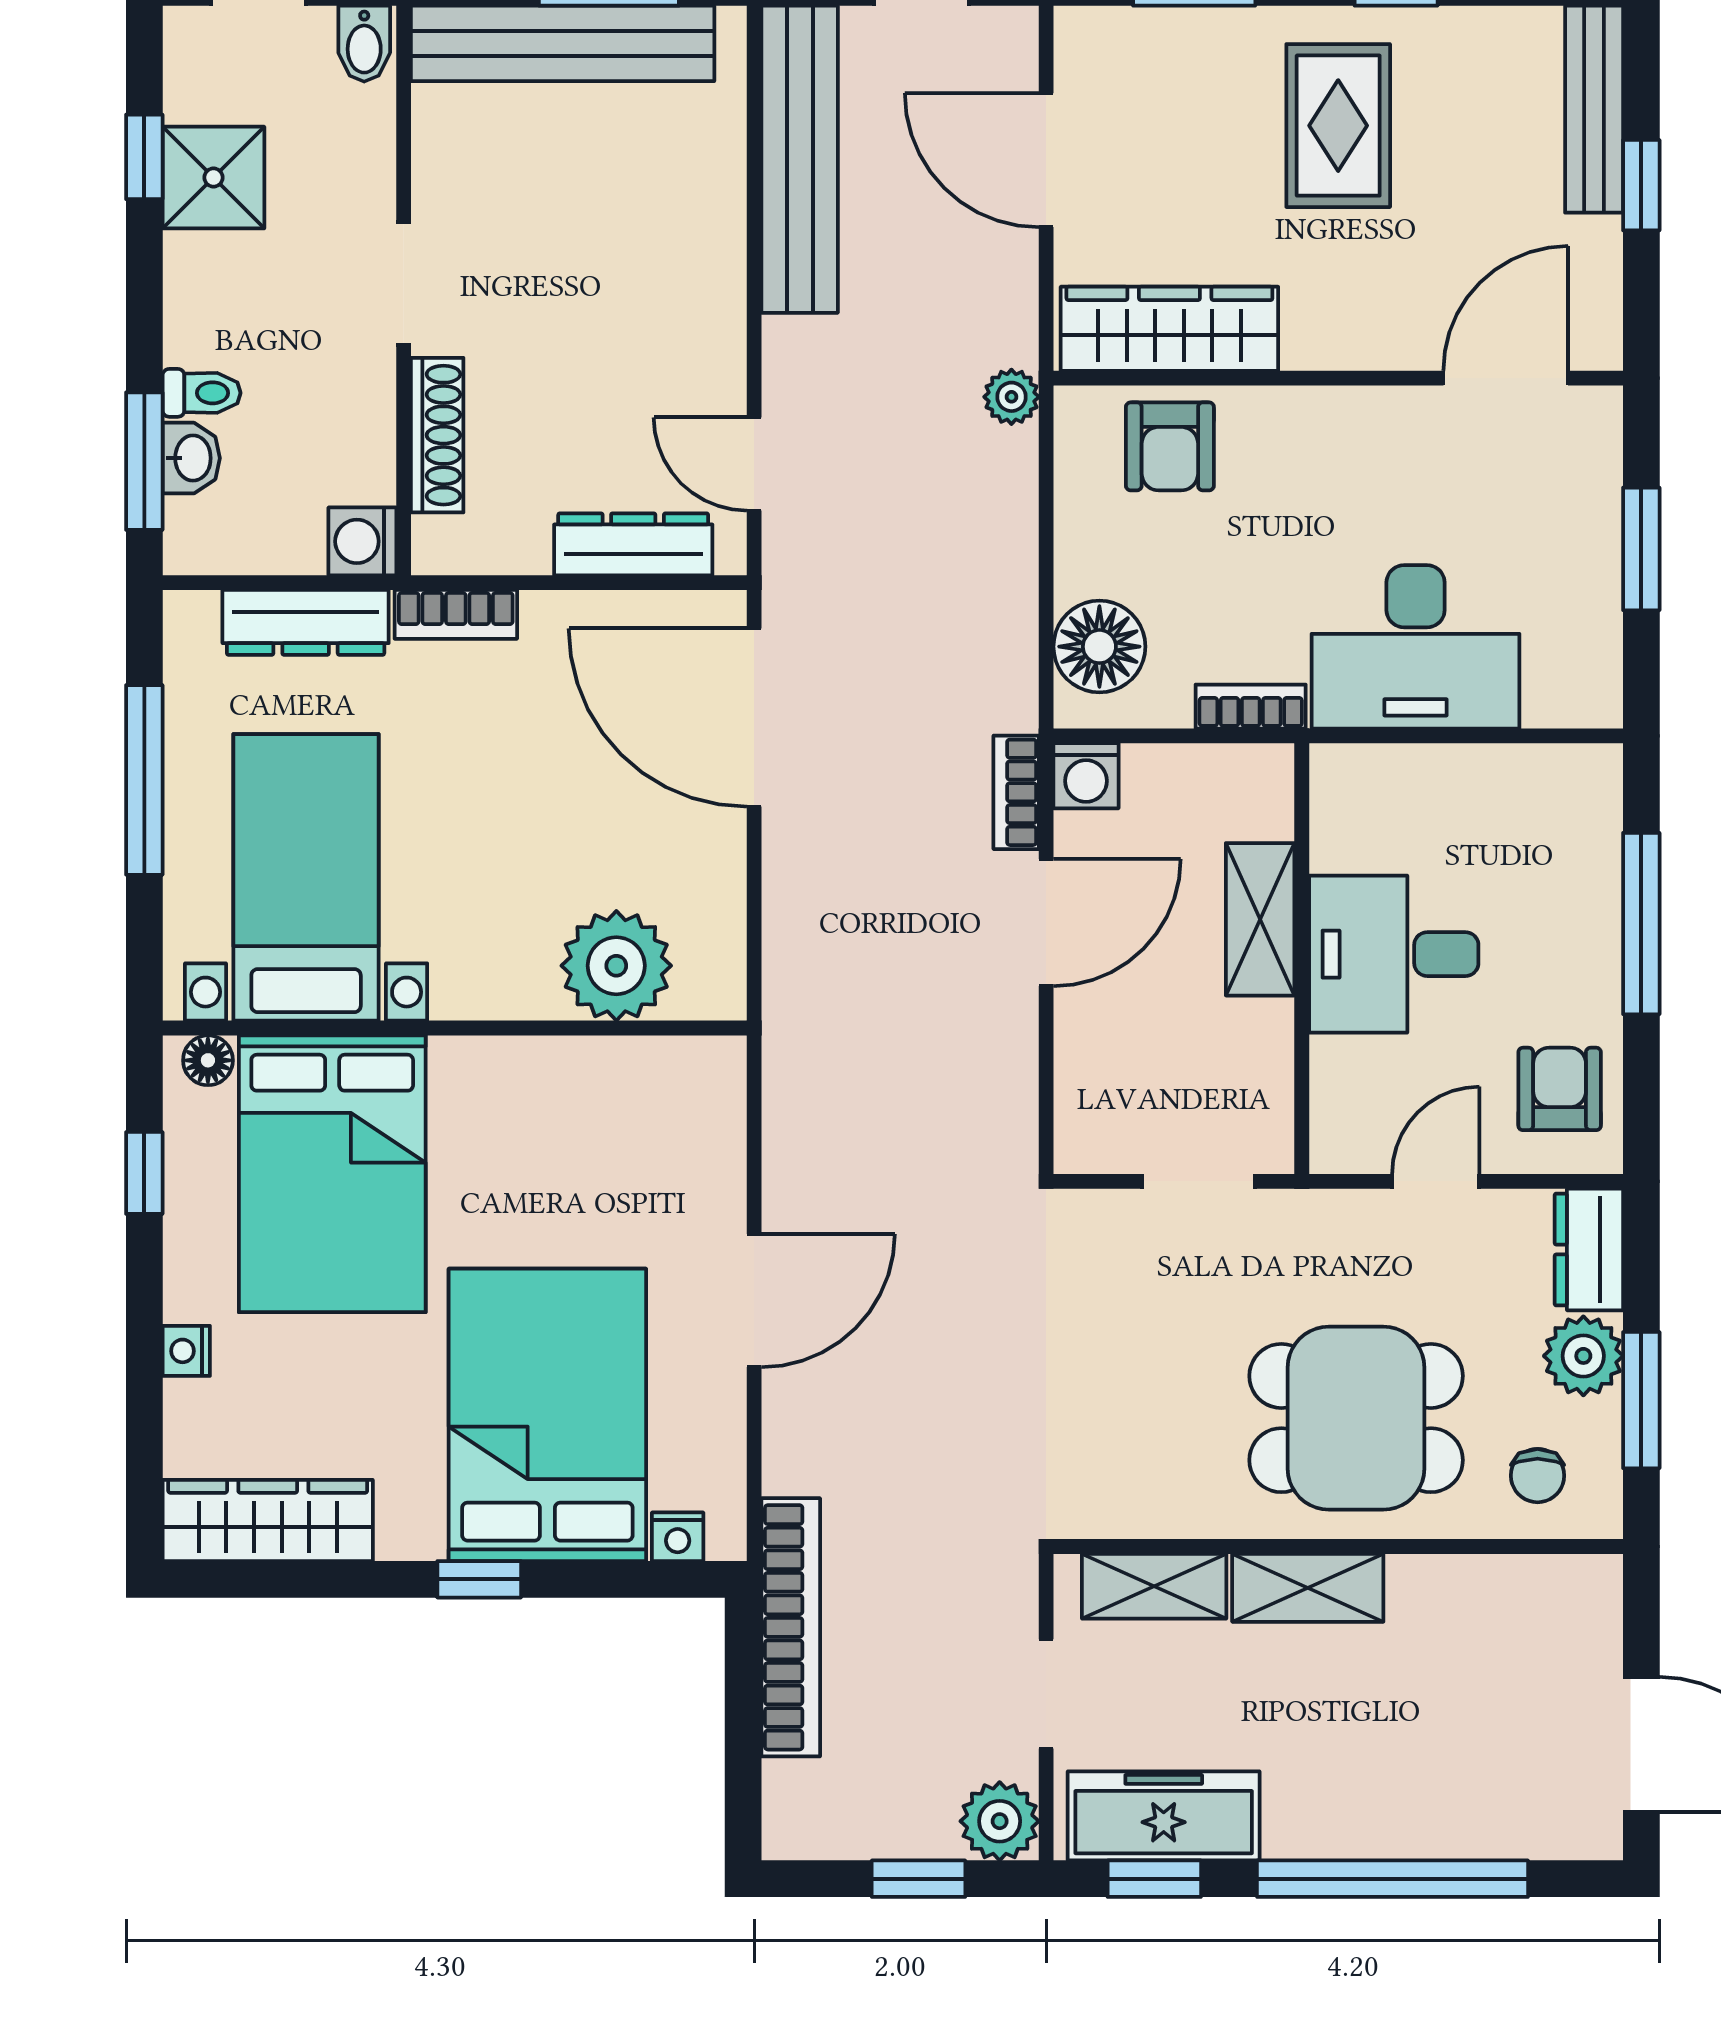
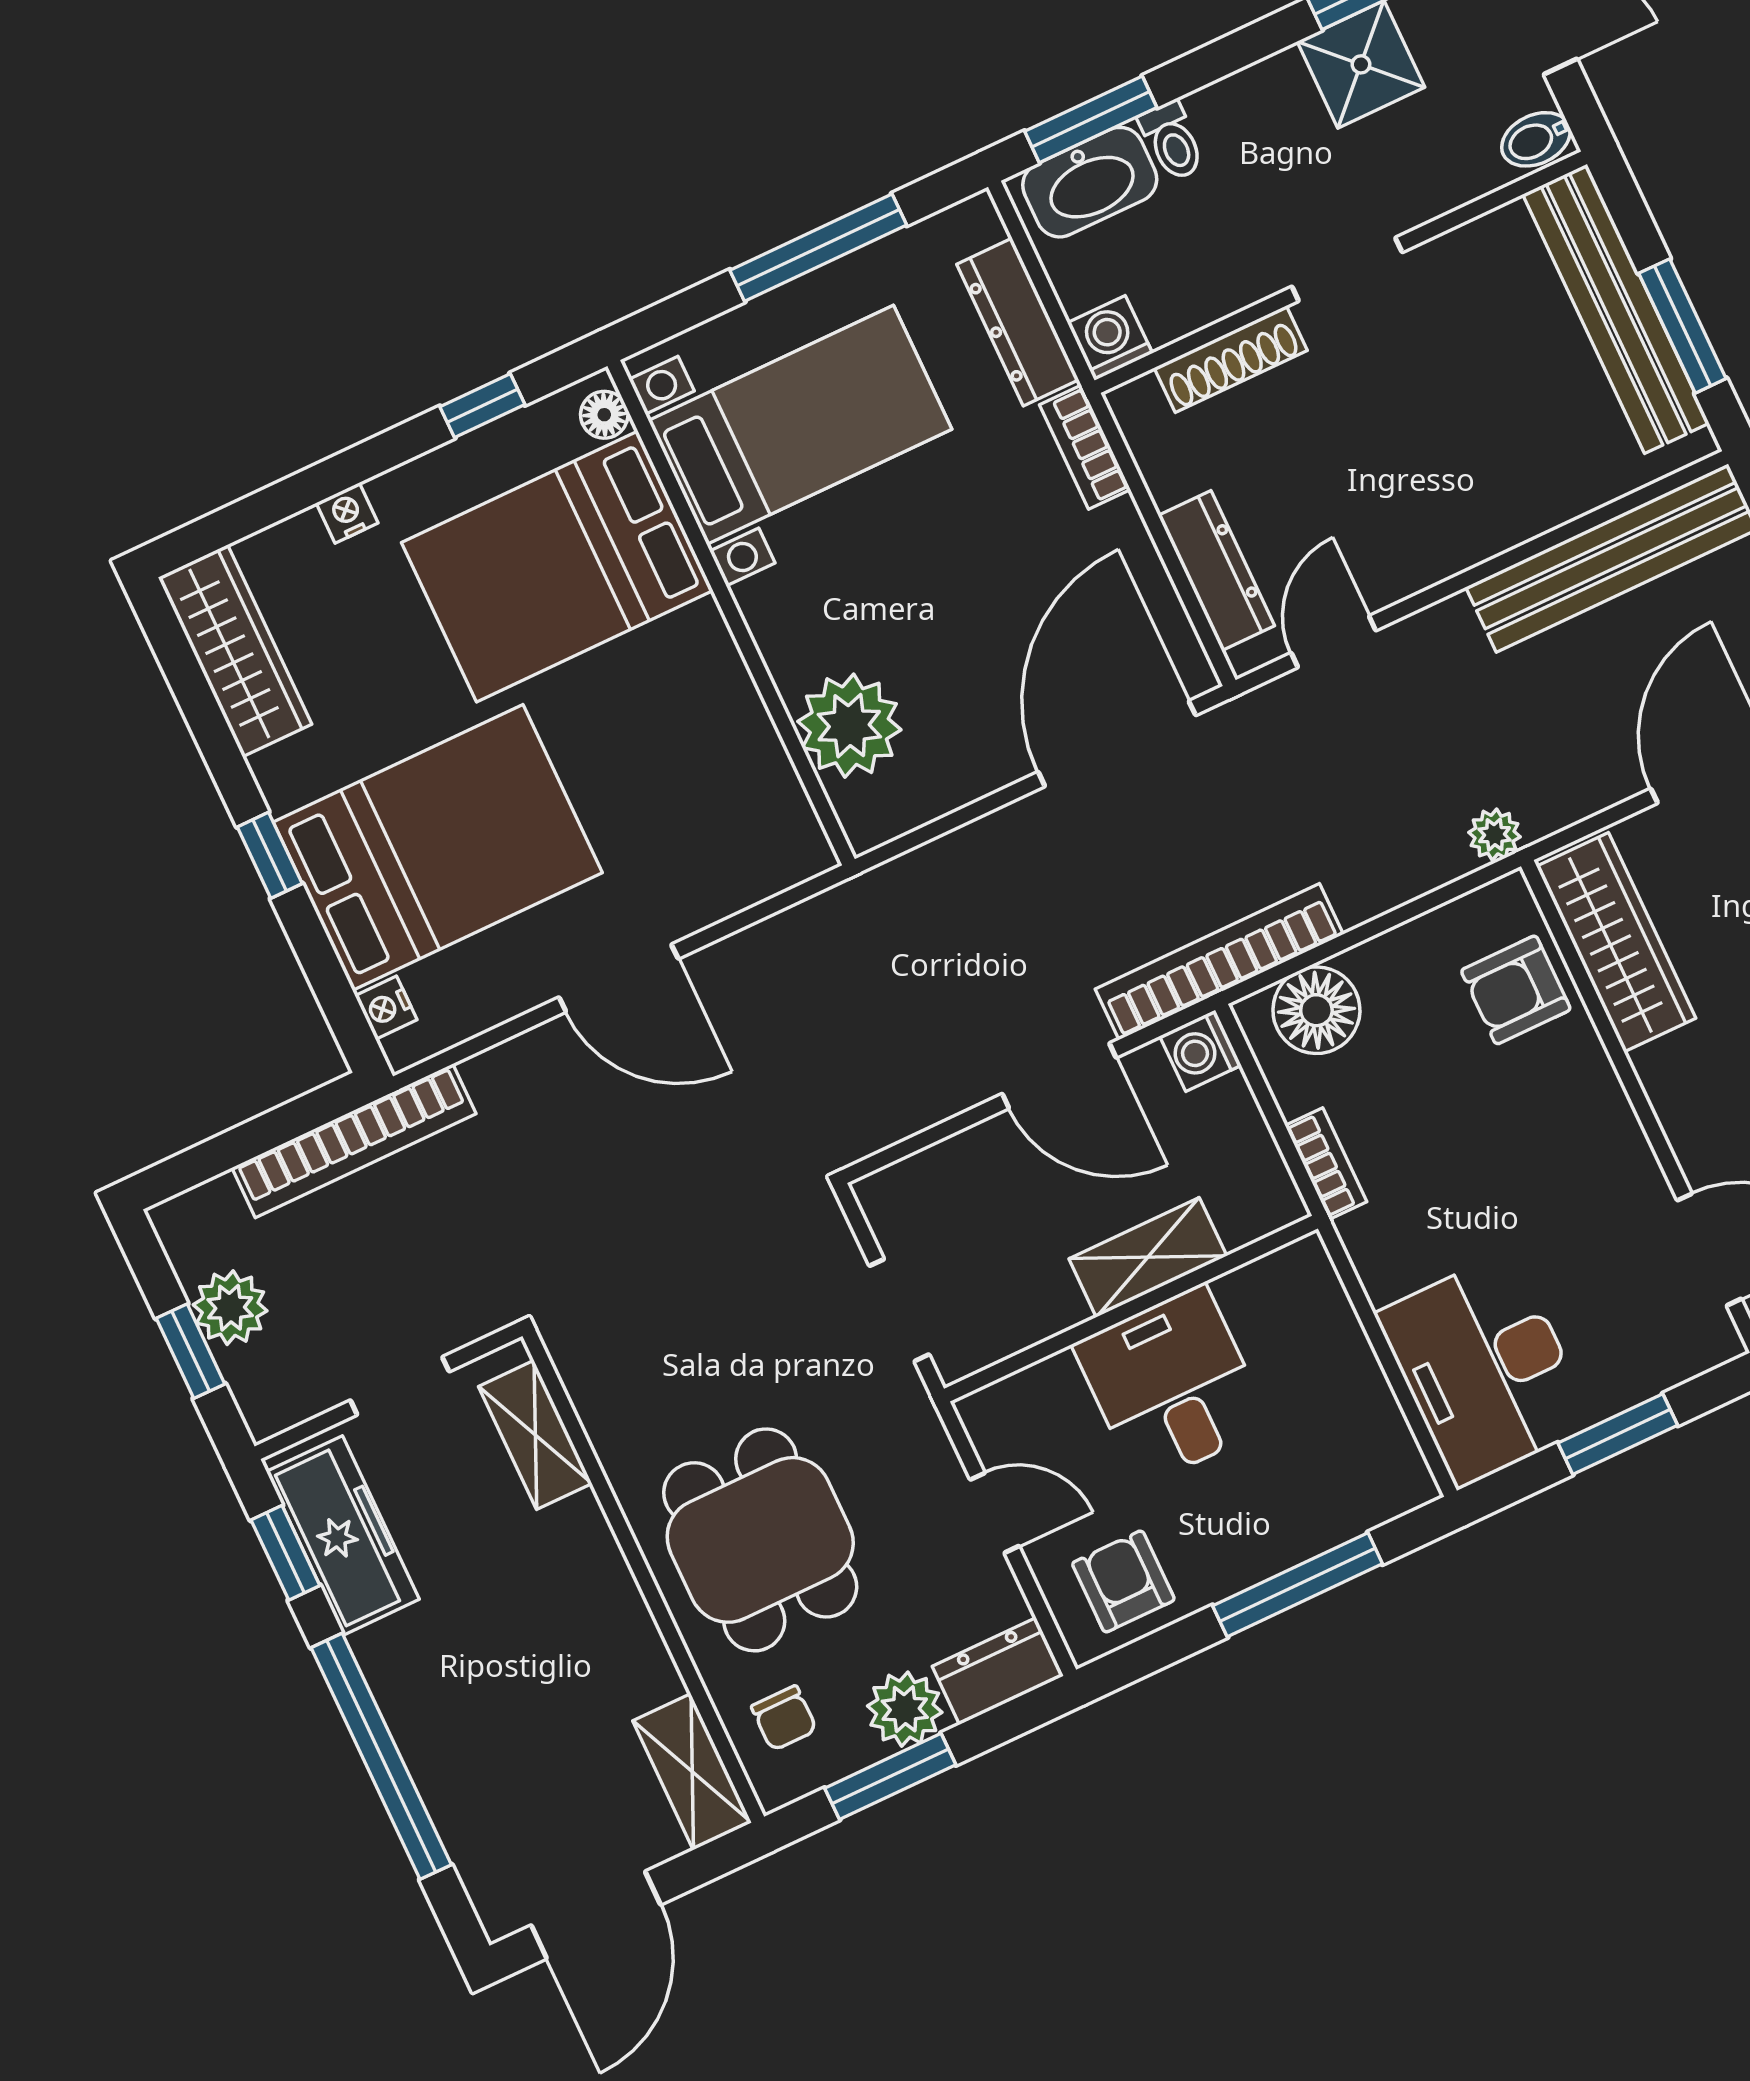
washbasin: (191, 458) -> (1090, 182), width x1.91, depth x1.45
desk: (1416, 647) -> (1485, 1369), moved
bookcase: (1016, 792) -> (1219, 962), width x2.31, depth x1.31
armchair: (1560, 1089) -> (1123, 1581), turned -90
chair: (1538, 1476) -> (784, 1718), turned -90
shelving: (1308, 1588) -> (692, 1772), moved
plant: (1000, 1821) -> (230, 1308), moved

